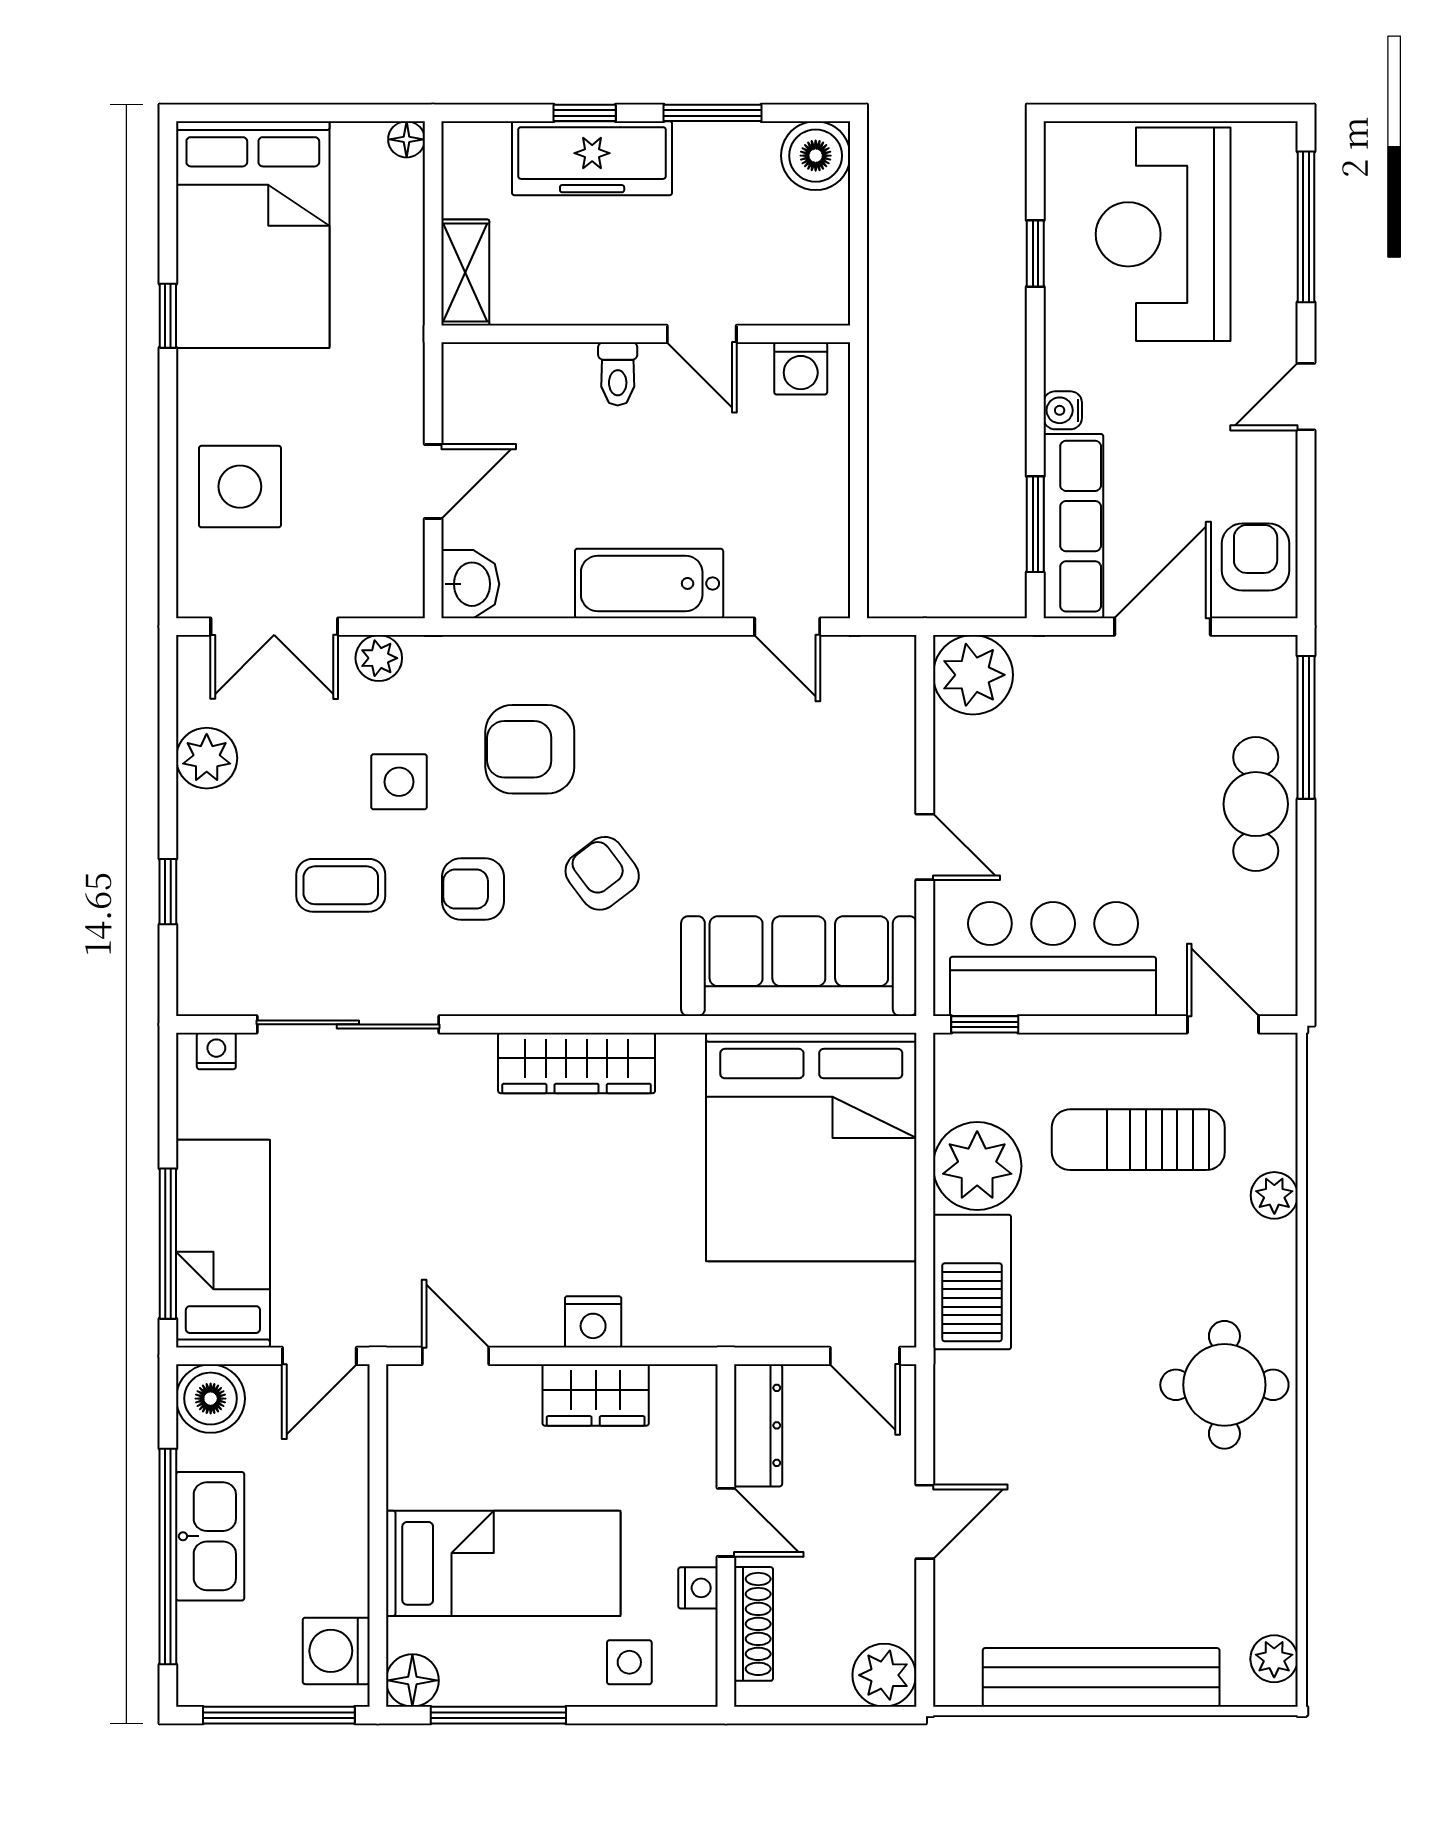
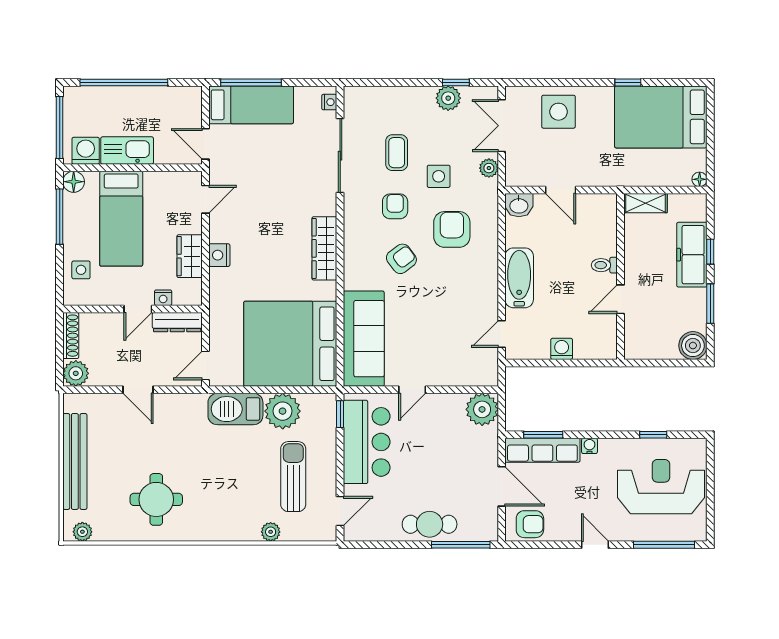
washing machine: (801, 368) -> (562, 349), moved, turned 90
window: (168, 892) -> (456, 82), moved
round table: (1224, 1385) -> (156, 499), moved
boiler: (211, 1399) -> (188, 100), removed
kitchen sink: (210, 1536) -> (127, 151), moved, turned 180
nightstand: (698, 1588) -> (163, 298), moved
shoe rack: (754, 1624) -> (71, 336), moved, turned -90

